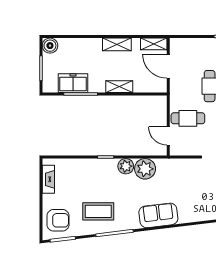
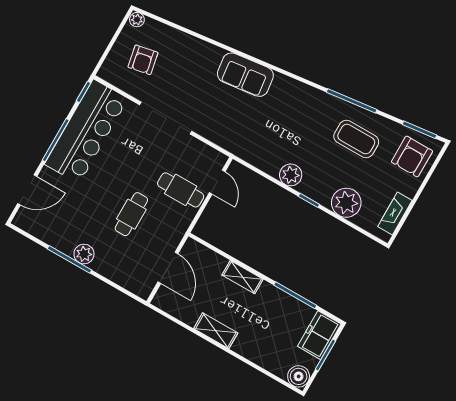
shelving: (154, 44) -> (170, 305), removed
freezer: (73, 83) -> (319, 335), moved, turned 90
plant: (145, 169) -> (346, 203), moved
sofa: (158, 215) -> (245, 75), moved
armchair: (58, 220) -> (412, 156), turned -90

